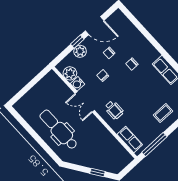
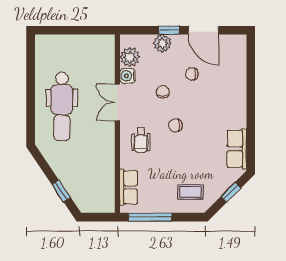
chair: (132, 64) -> (175, 125), moved
dental chair: (59, 130) -> (62, 106), turned 180

